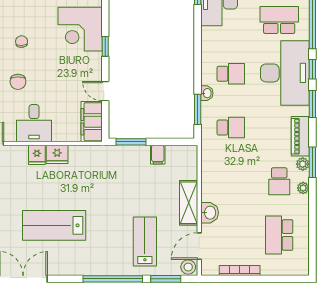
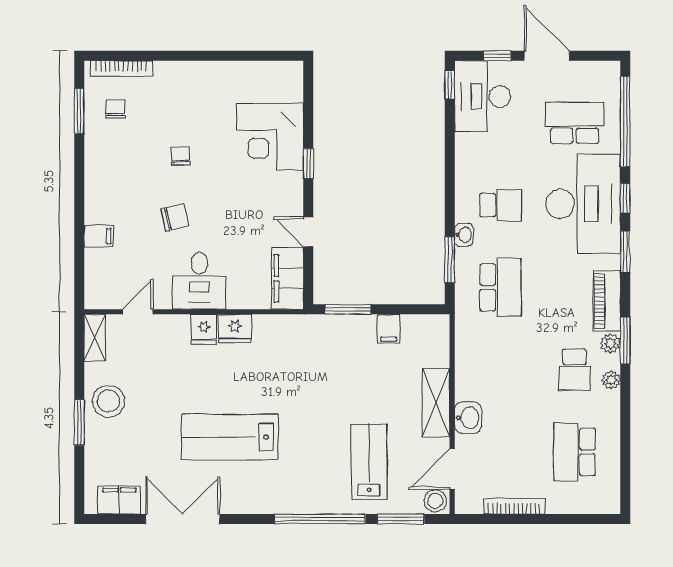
chair: (18, 82) -> (175, 218), turned -103
school desk: (231, 128) -> (500, 287), width x1.85

